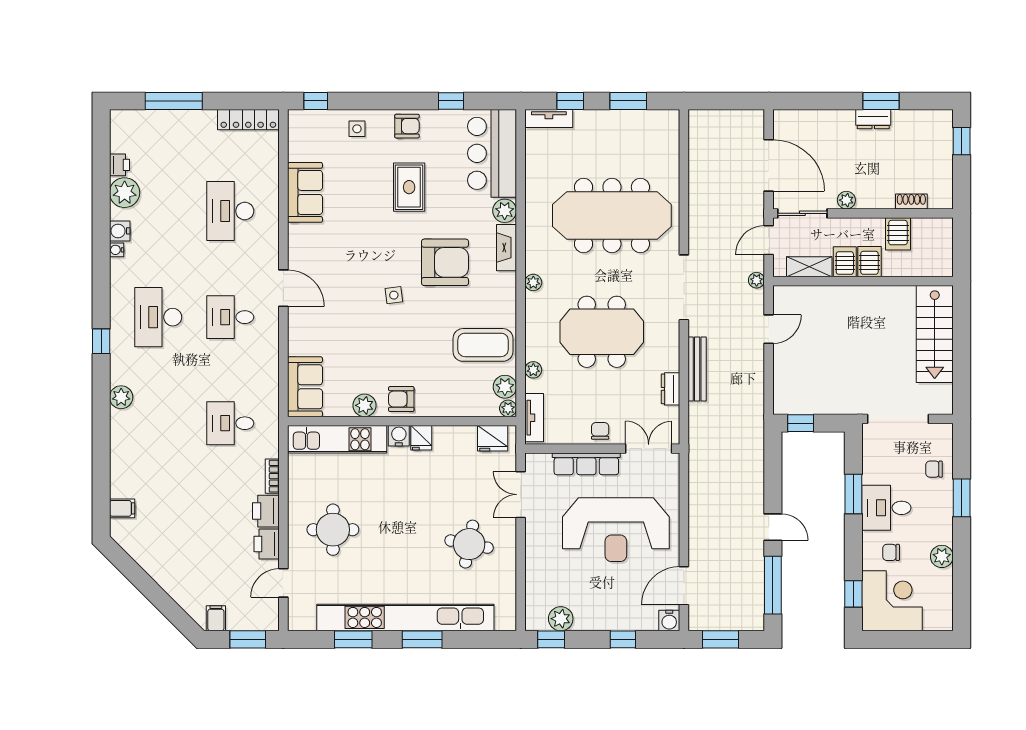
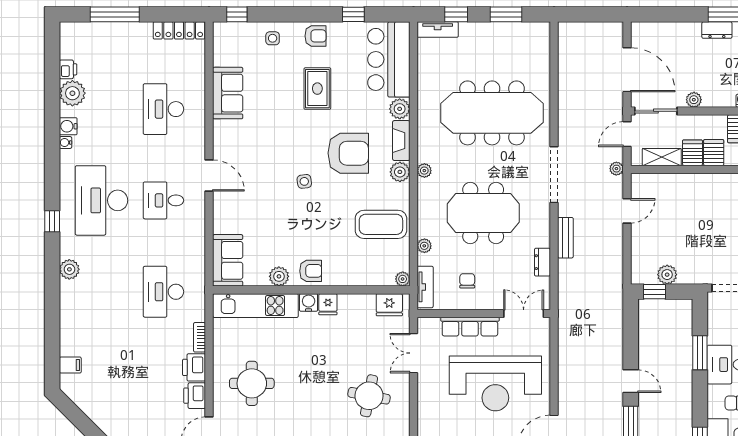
desk: (158, 317) -> (101, 200), width x1.36, depth x1.30
bench: (697, 369) -> (565, 238), width x0.73
plant: (505, 387) -> (400, 172), moved
armchair: (401, 399) -> (311, 271), turned 180
plant: (815, 403) -> (667, 275), added
desk: (230, 423) -> (163, 292), width x1.37
chair: (600, 431) -> (467, 281), moved

